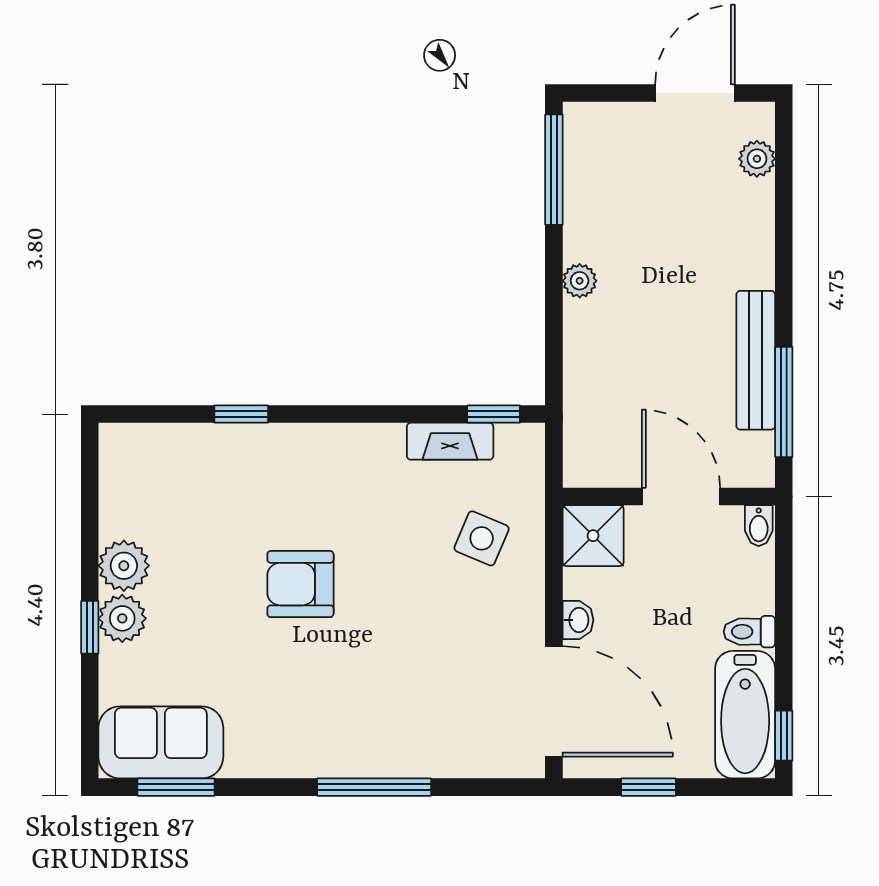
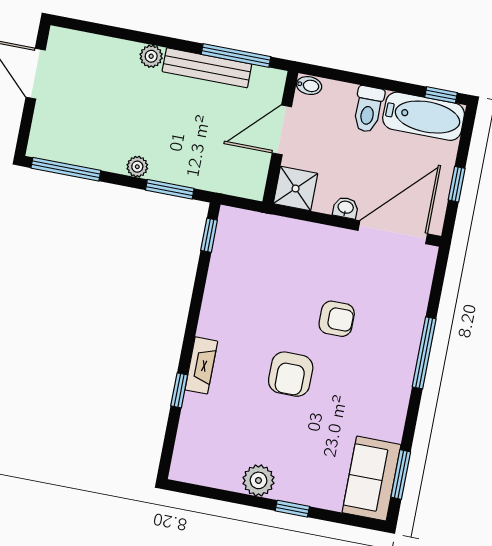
plant: (757, 159) -> (151, 56), moved
window: (554, 339) -> (170, 189), added
fireplace: (450, 441) -> (201, 365), moved
side table: (482, 538) -> (284, 257), removed
plant: (122, 618) -> (291, 488), removed
toilet: (749, 632) -> (368, 109), width x1.37, depth x1.39
armchair: (401, 640) -> (337, 319), added

